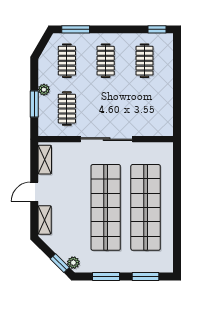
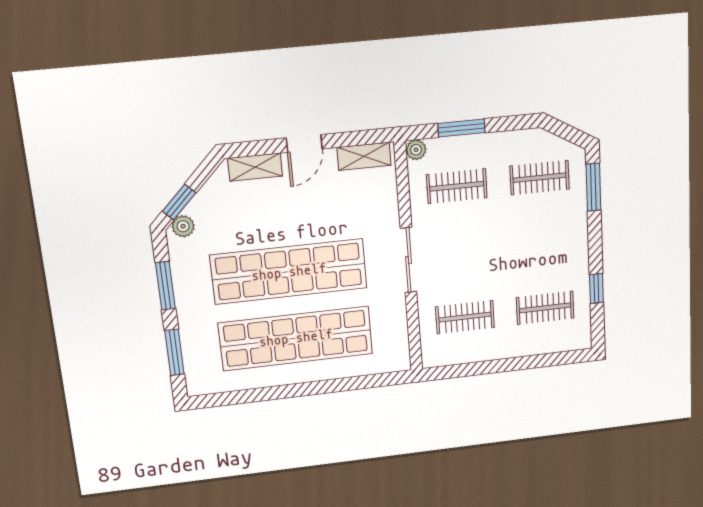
window: (157, 29) -> (596, 289), moved
clothes rail: (106, 61) -> (465, 317), moved
plant: (44, 90) -> (416, 150), moved
sliding door: (107, 139) -> (409, 260), width x0.73
door: (34, 192) -> (304, 143), swing flipped

